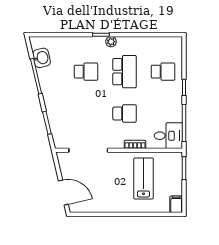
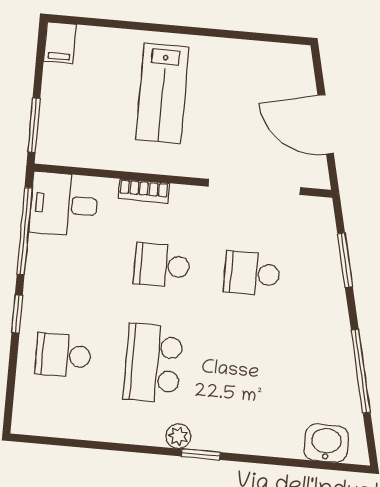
washbasin: (41, 58) -> (326, 443), moved, turned 103
school desk: (86, 72) -> (252, 273), moved
lab bench: (143, 178) -> (162, 93), moved
door: (63, 193) -> (326, 124), moved

